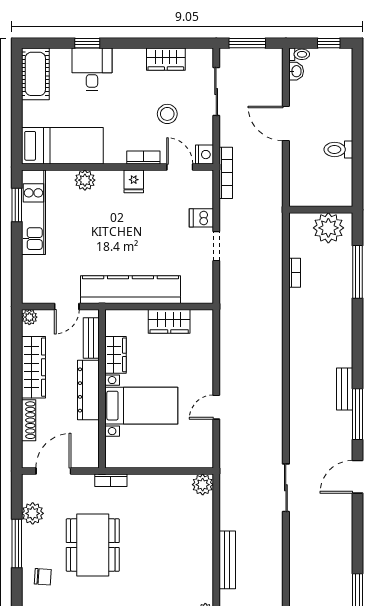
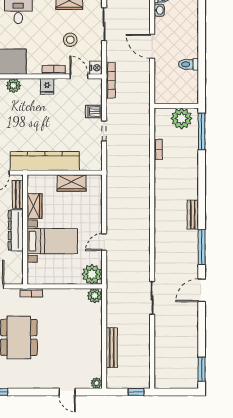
window: (358, 272) -> (202, 131), moved
bench: (345, 389) -> (193, 215), moved
plant: (199, 454) -> (92, 274), added

